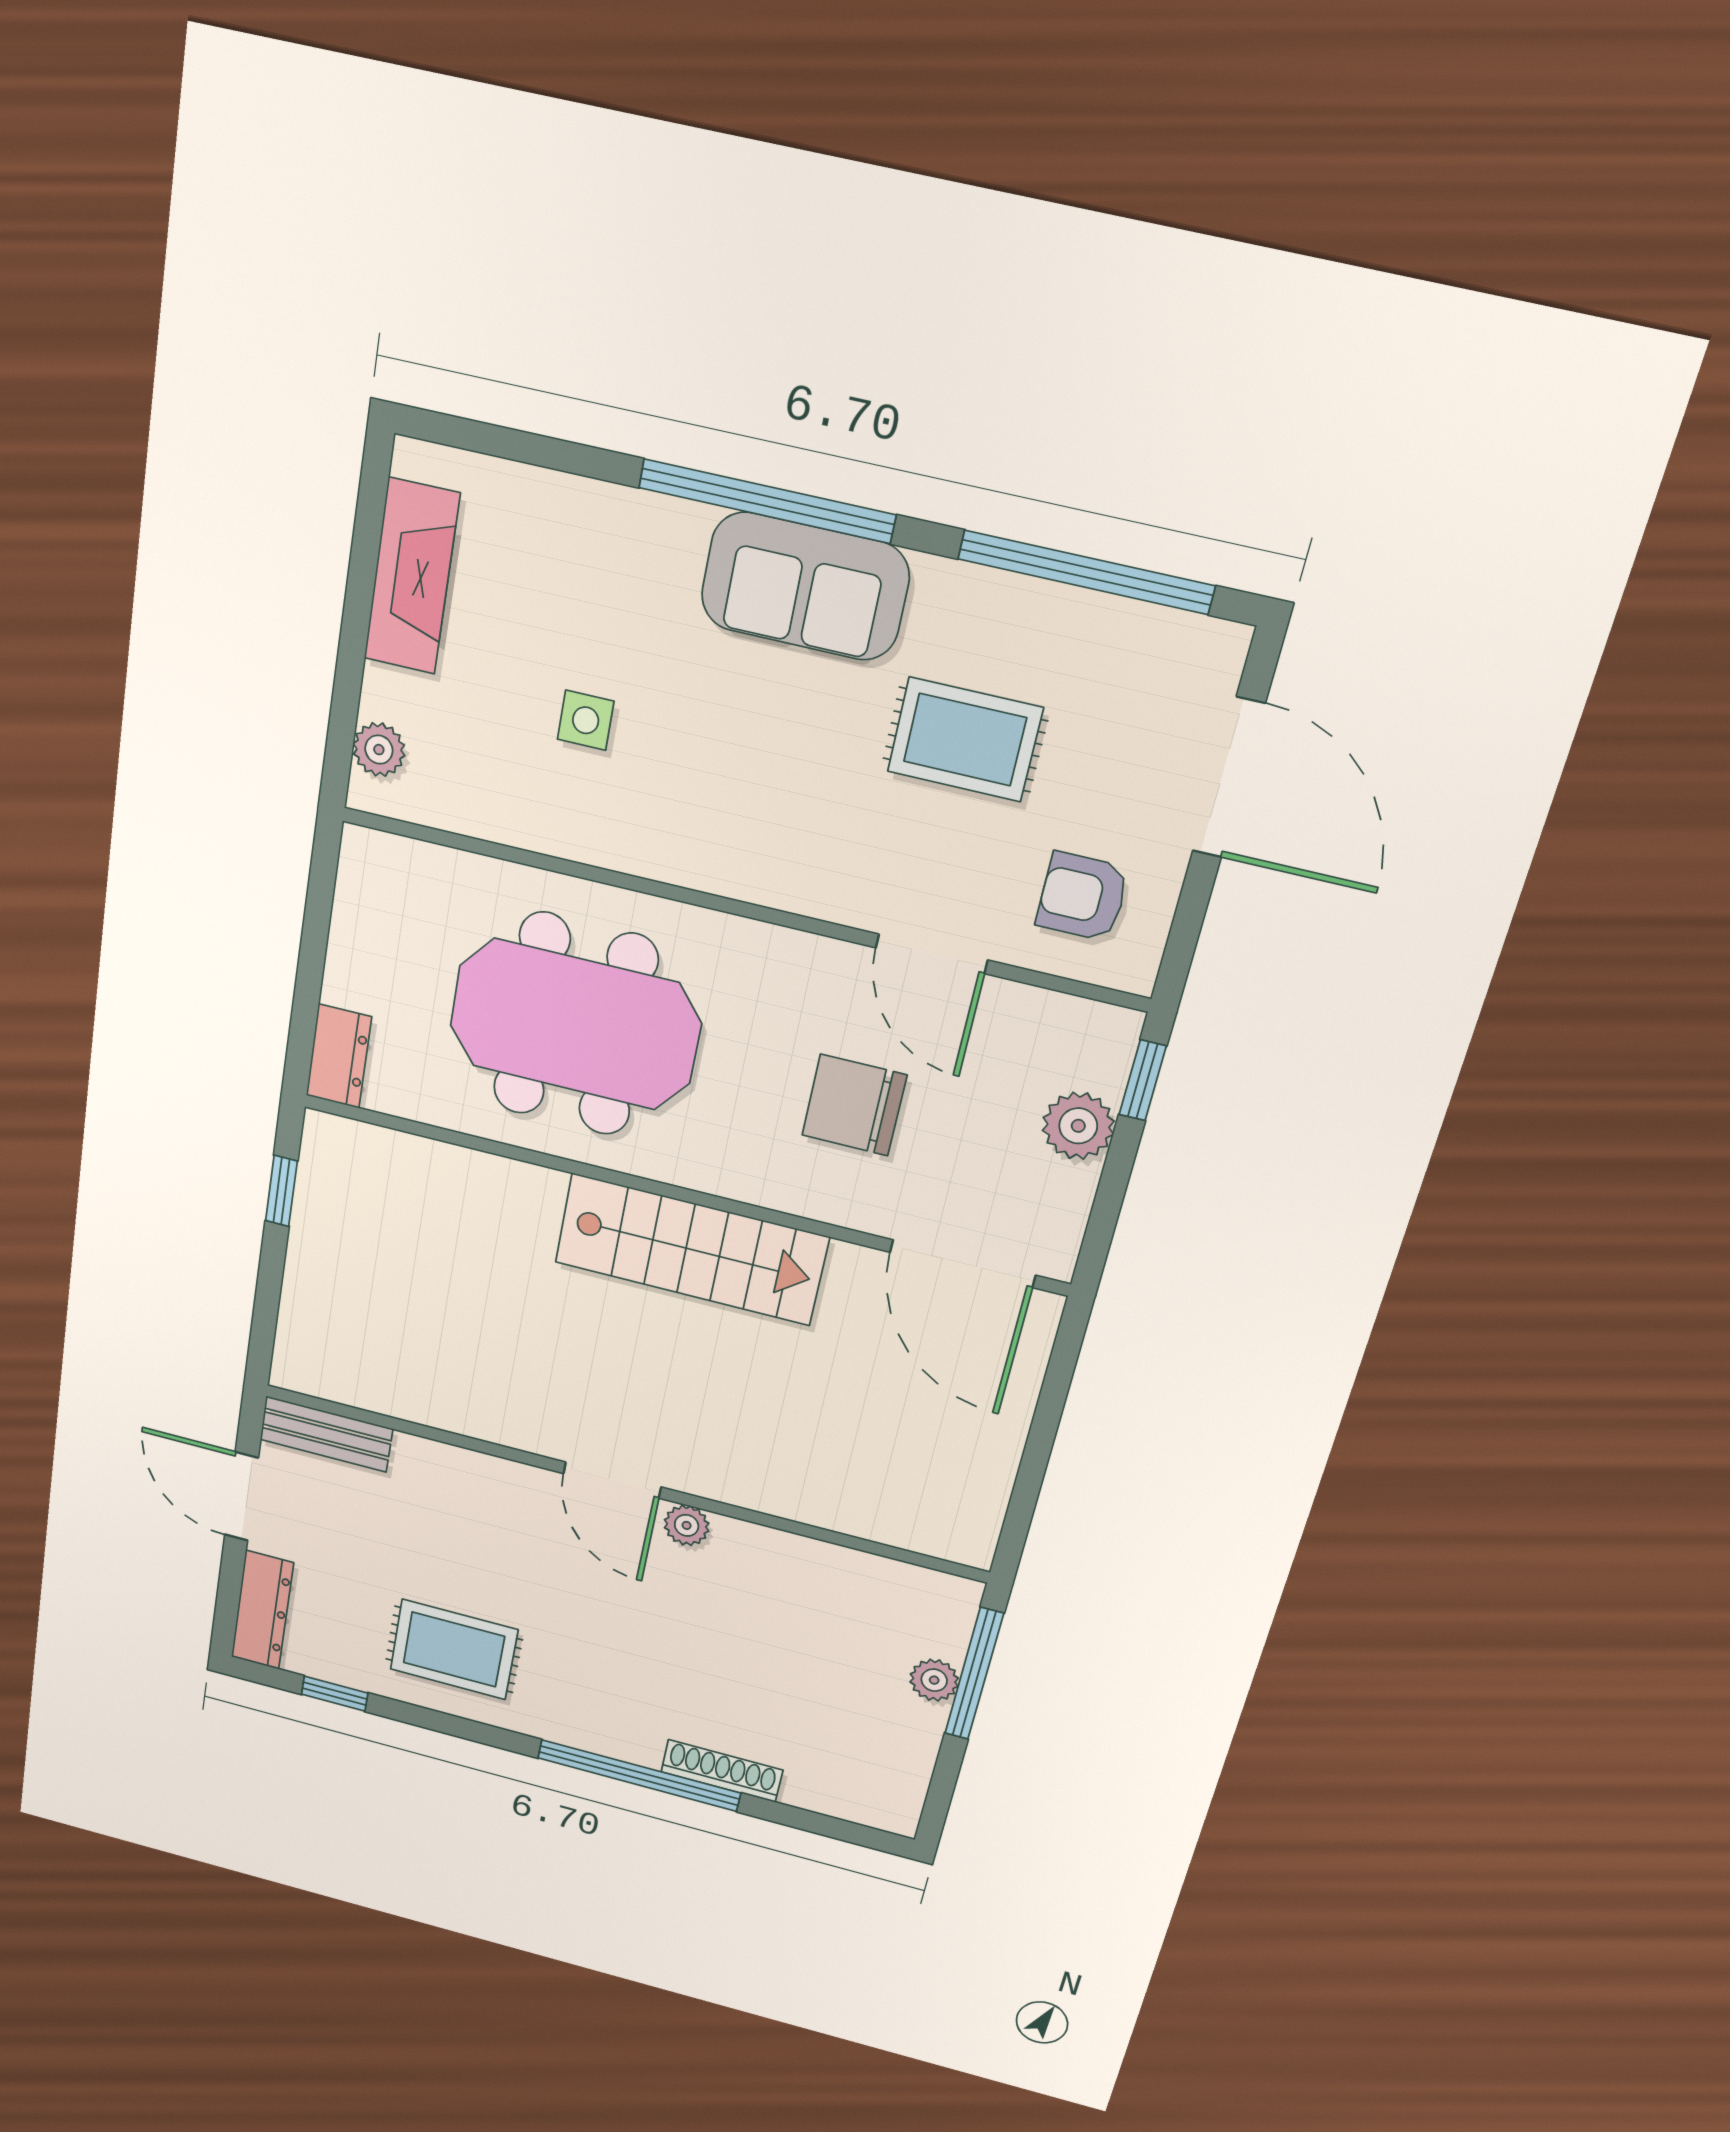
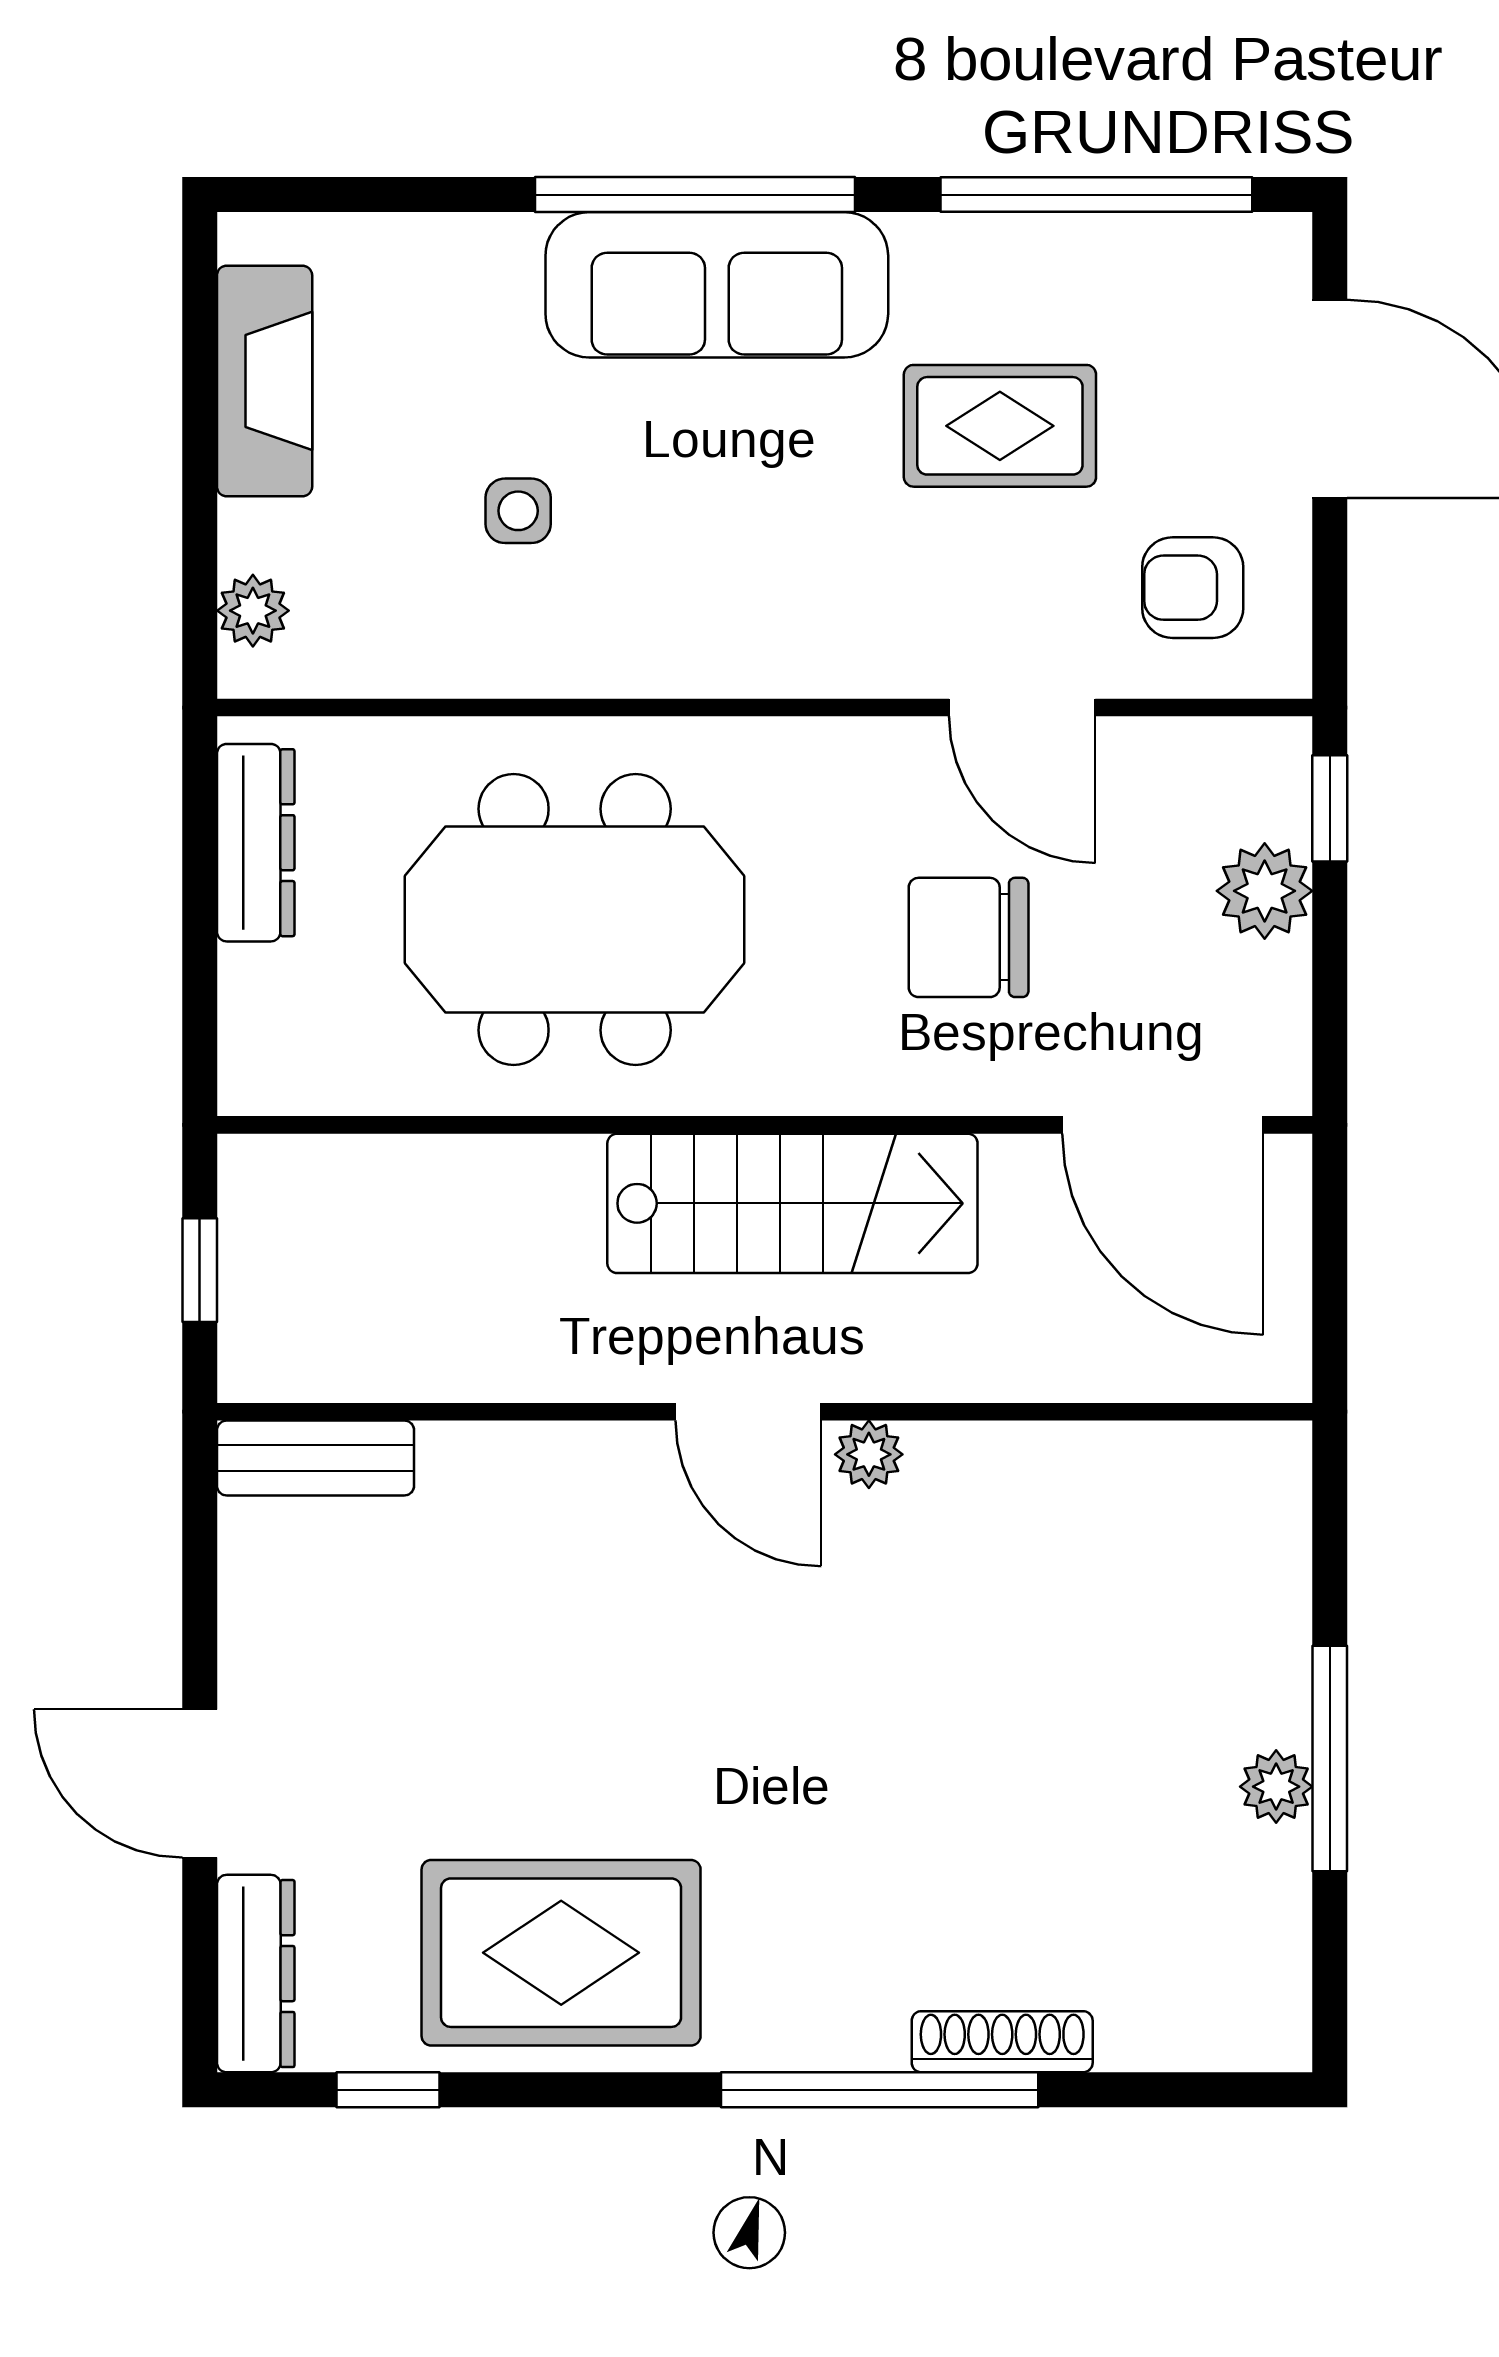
sofa: (805, 586) -> (717, 285), width x1.36
dresser: (339, 1056) -> (256, 843), moved, width x1.44
bench: (326, 1434) -> (315, 1458), moved
door: (612, 1480) -> (748, 1412), moved
wall: (623, 1483) -> (765, 1412), moved
plant: (687, 1525) -> (869, 1454), moved
rug: (454, 1649) -> (561, 1953), width x1.36, depth x1.43

